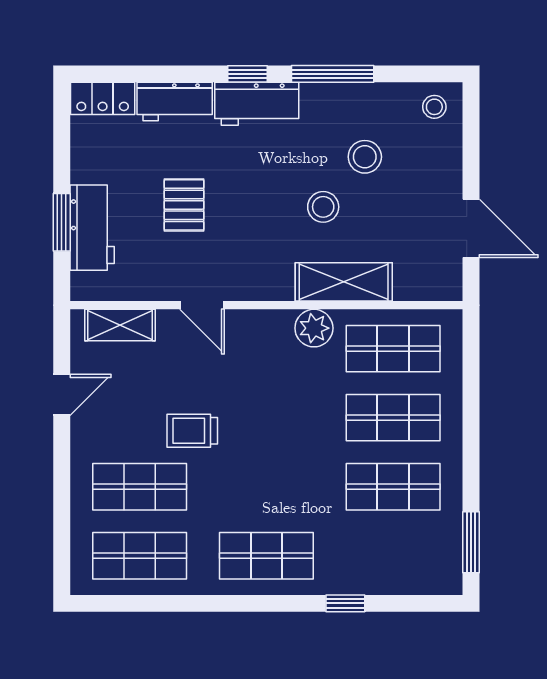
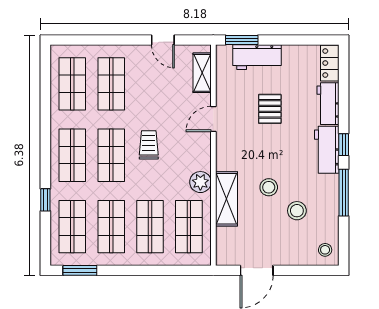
pallet: (184, 205) -> (270, 109), turned 90
window: (62, 222) -> (242, 40), moved
trolley: (192, 431) -> (149, 145), moved
shop shelf: (266, 487) -> (111, 155), added
shop shelf: (393, 556) -> (72, 227), added

